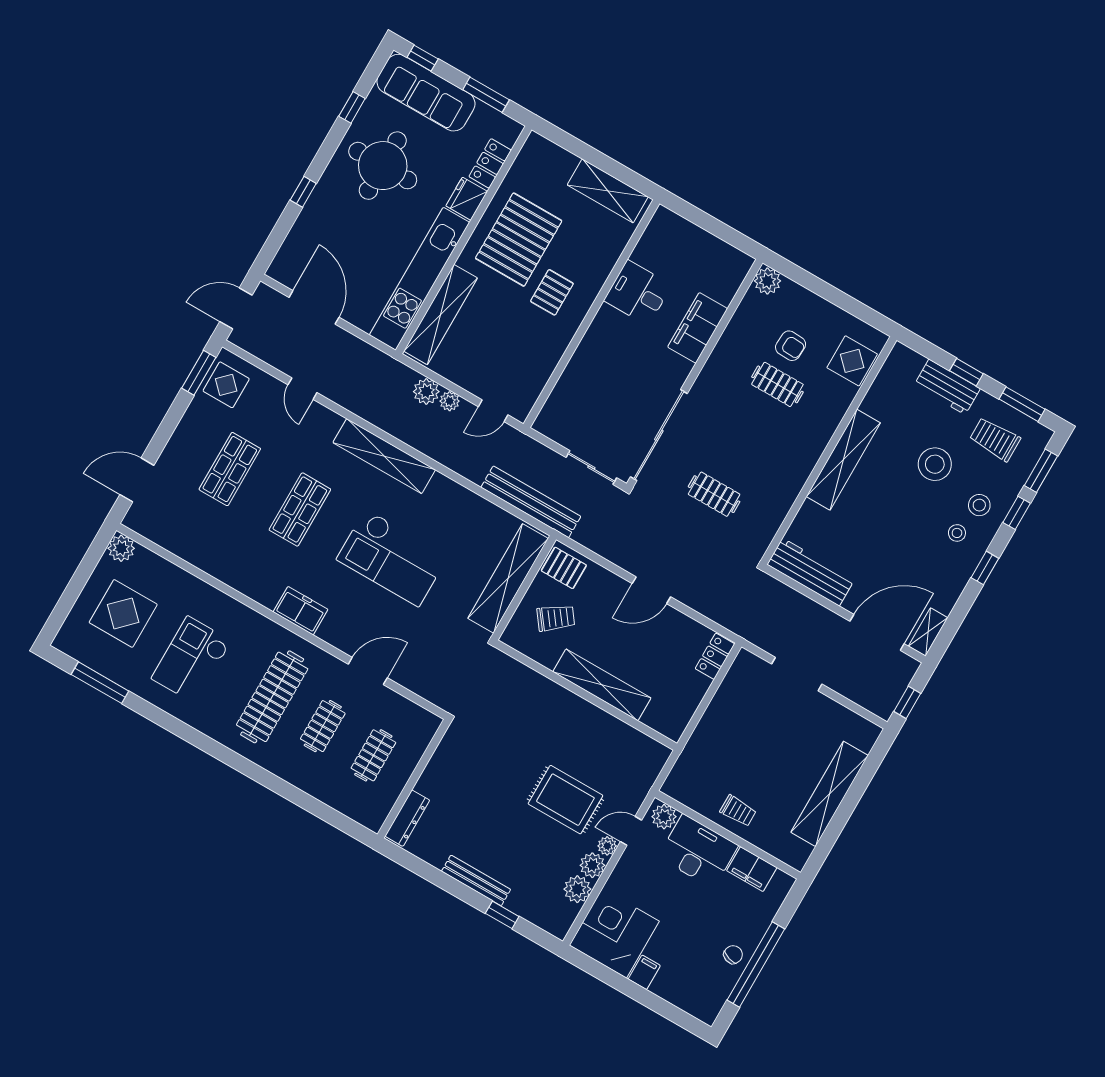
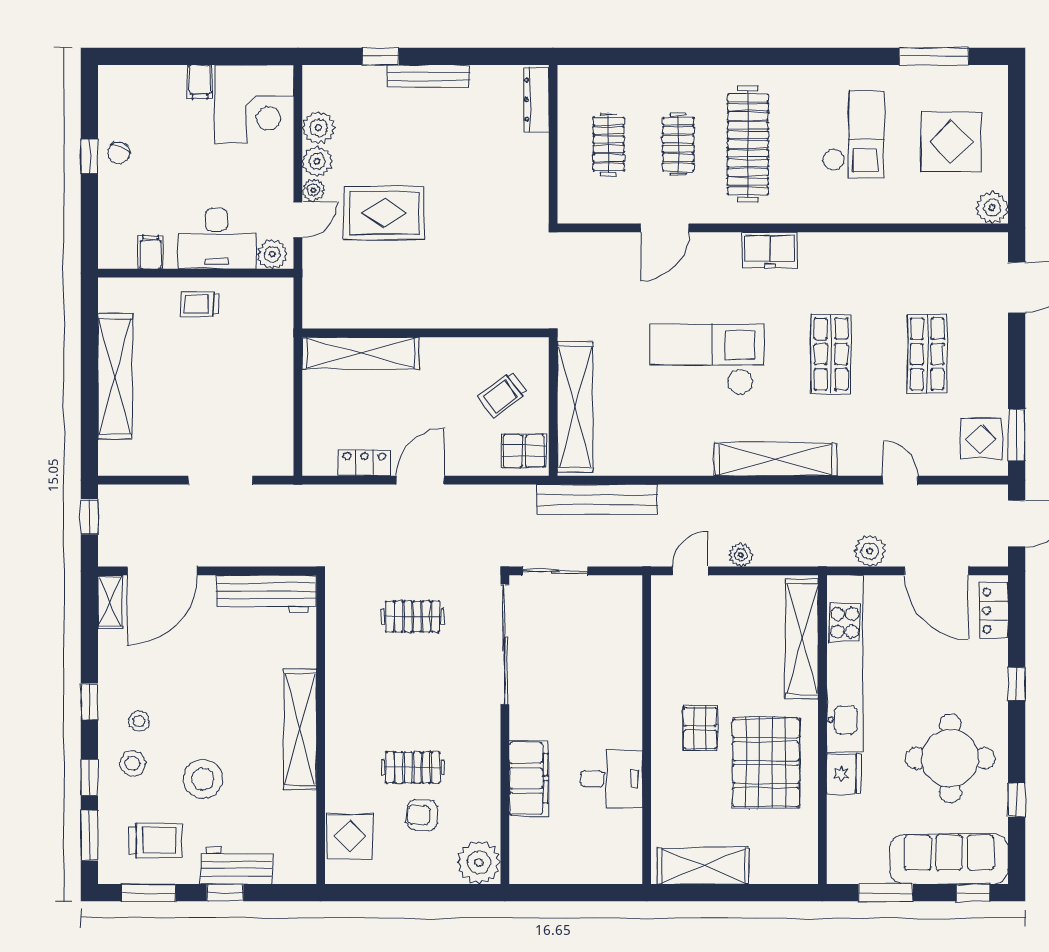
locker: (490, 163) -> (994, 611), moved, turned 180
plant: (767, 281) -> (479, 862), width x1.36, depth x1.36
plant: (426, 392) -> (870, 551), moved
locker: (715, 656) -> (364, 463), moved, turned -90
shelving: (602, 685) -> (361, 353), moved
filing cabinet: (752, 869) -> (151, 252), width x0.50
window: (756, 964) -> (89, 156), width x0.32

